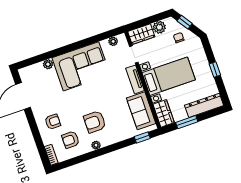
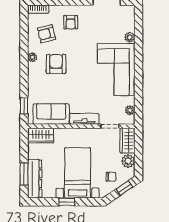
bed with nightstands: (169, 76) -> (78, 173), moved, turned 180
window: (187, 122) -> (24, 174), moved
armchair: (71, 140) -> (47, 34), turned -104

